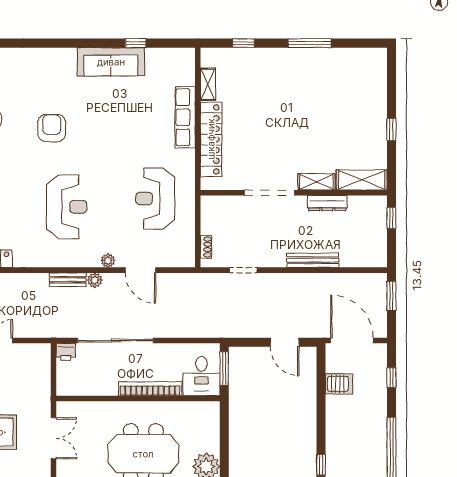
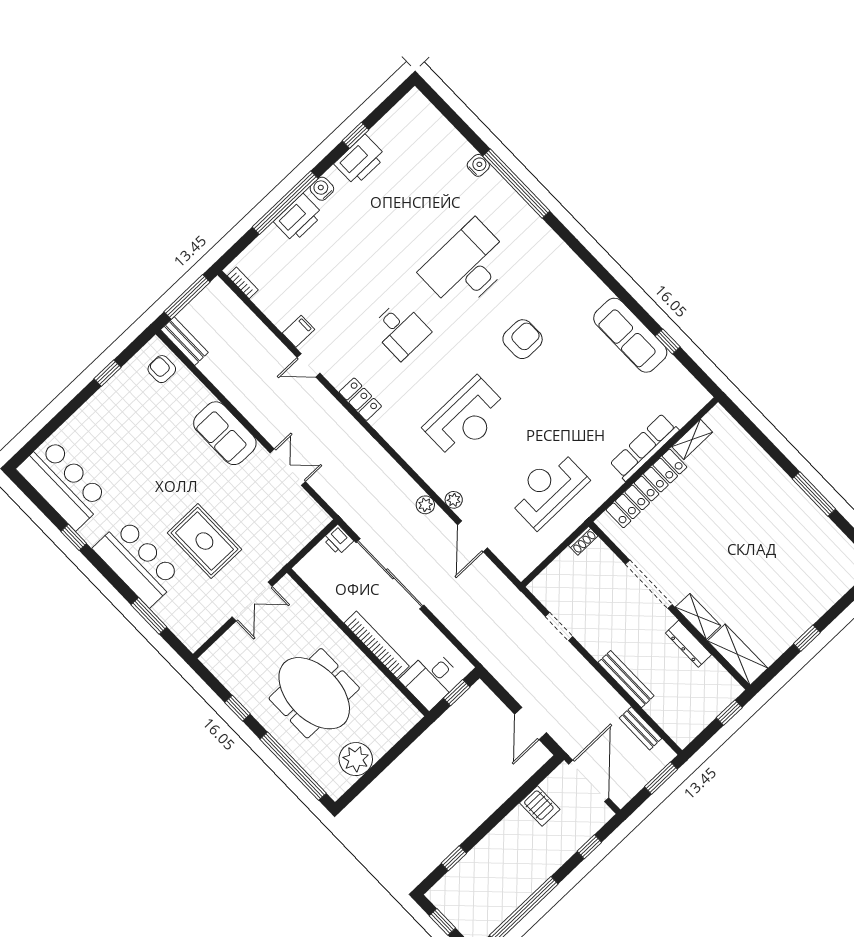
window: (243, 43) -> (758, 436), removed
shoe rack: (206, 247) -> (583, 541), moved
bench: (68, 280) -> (640, 728), moved
window: (224, 369) -> (457, 693), width x0.67

